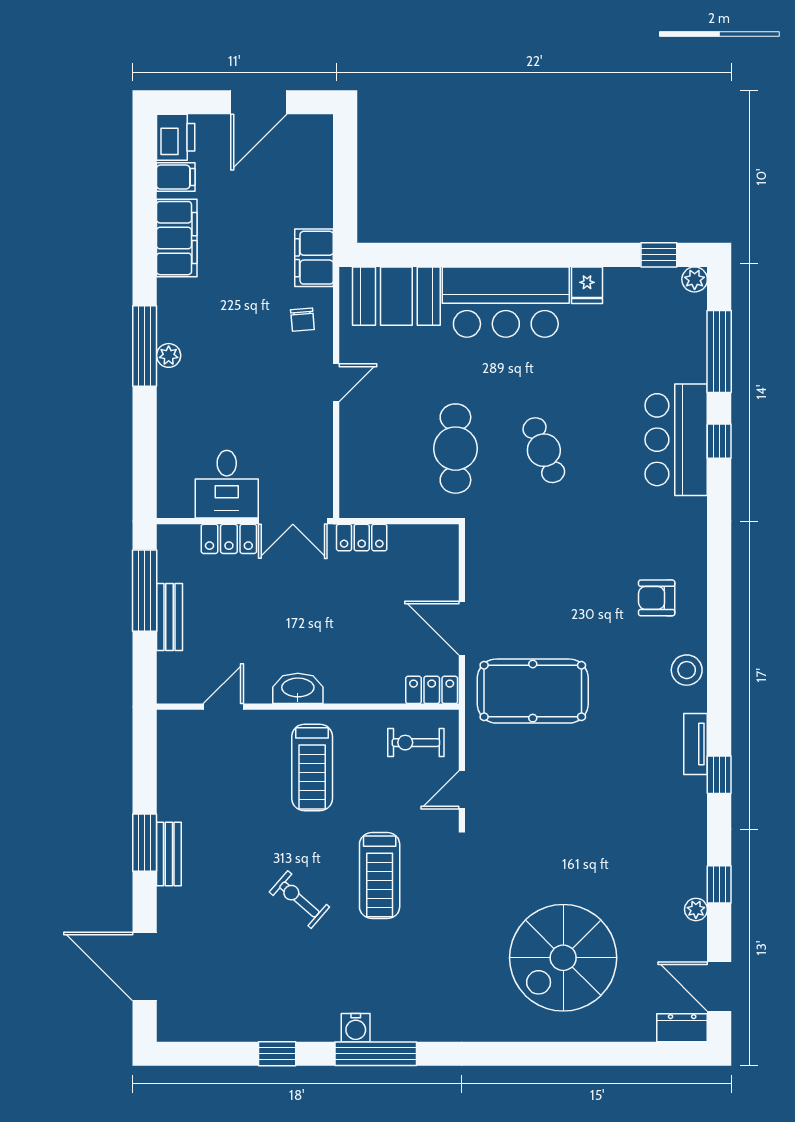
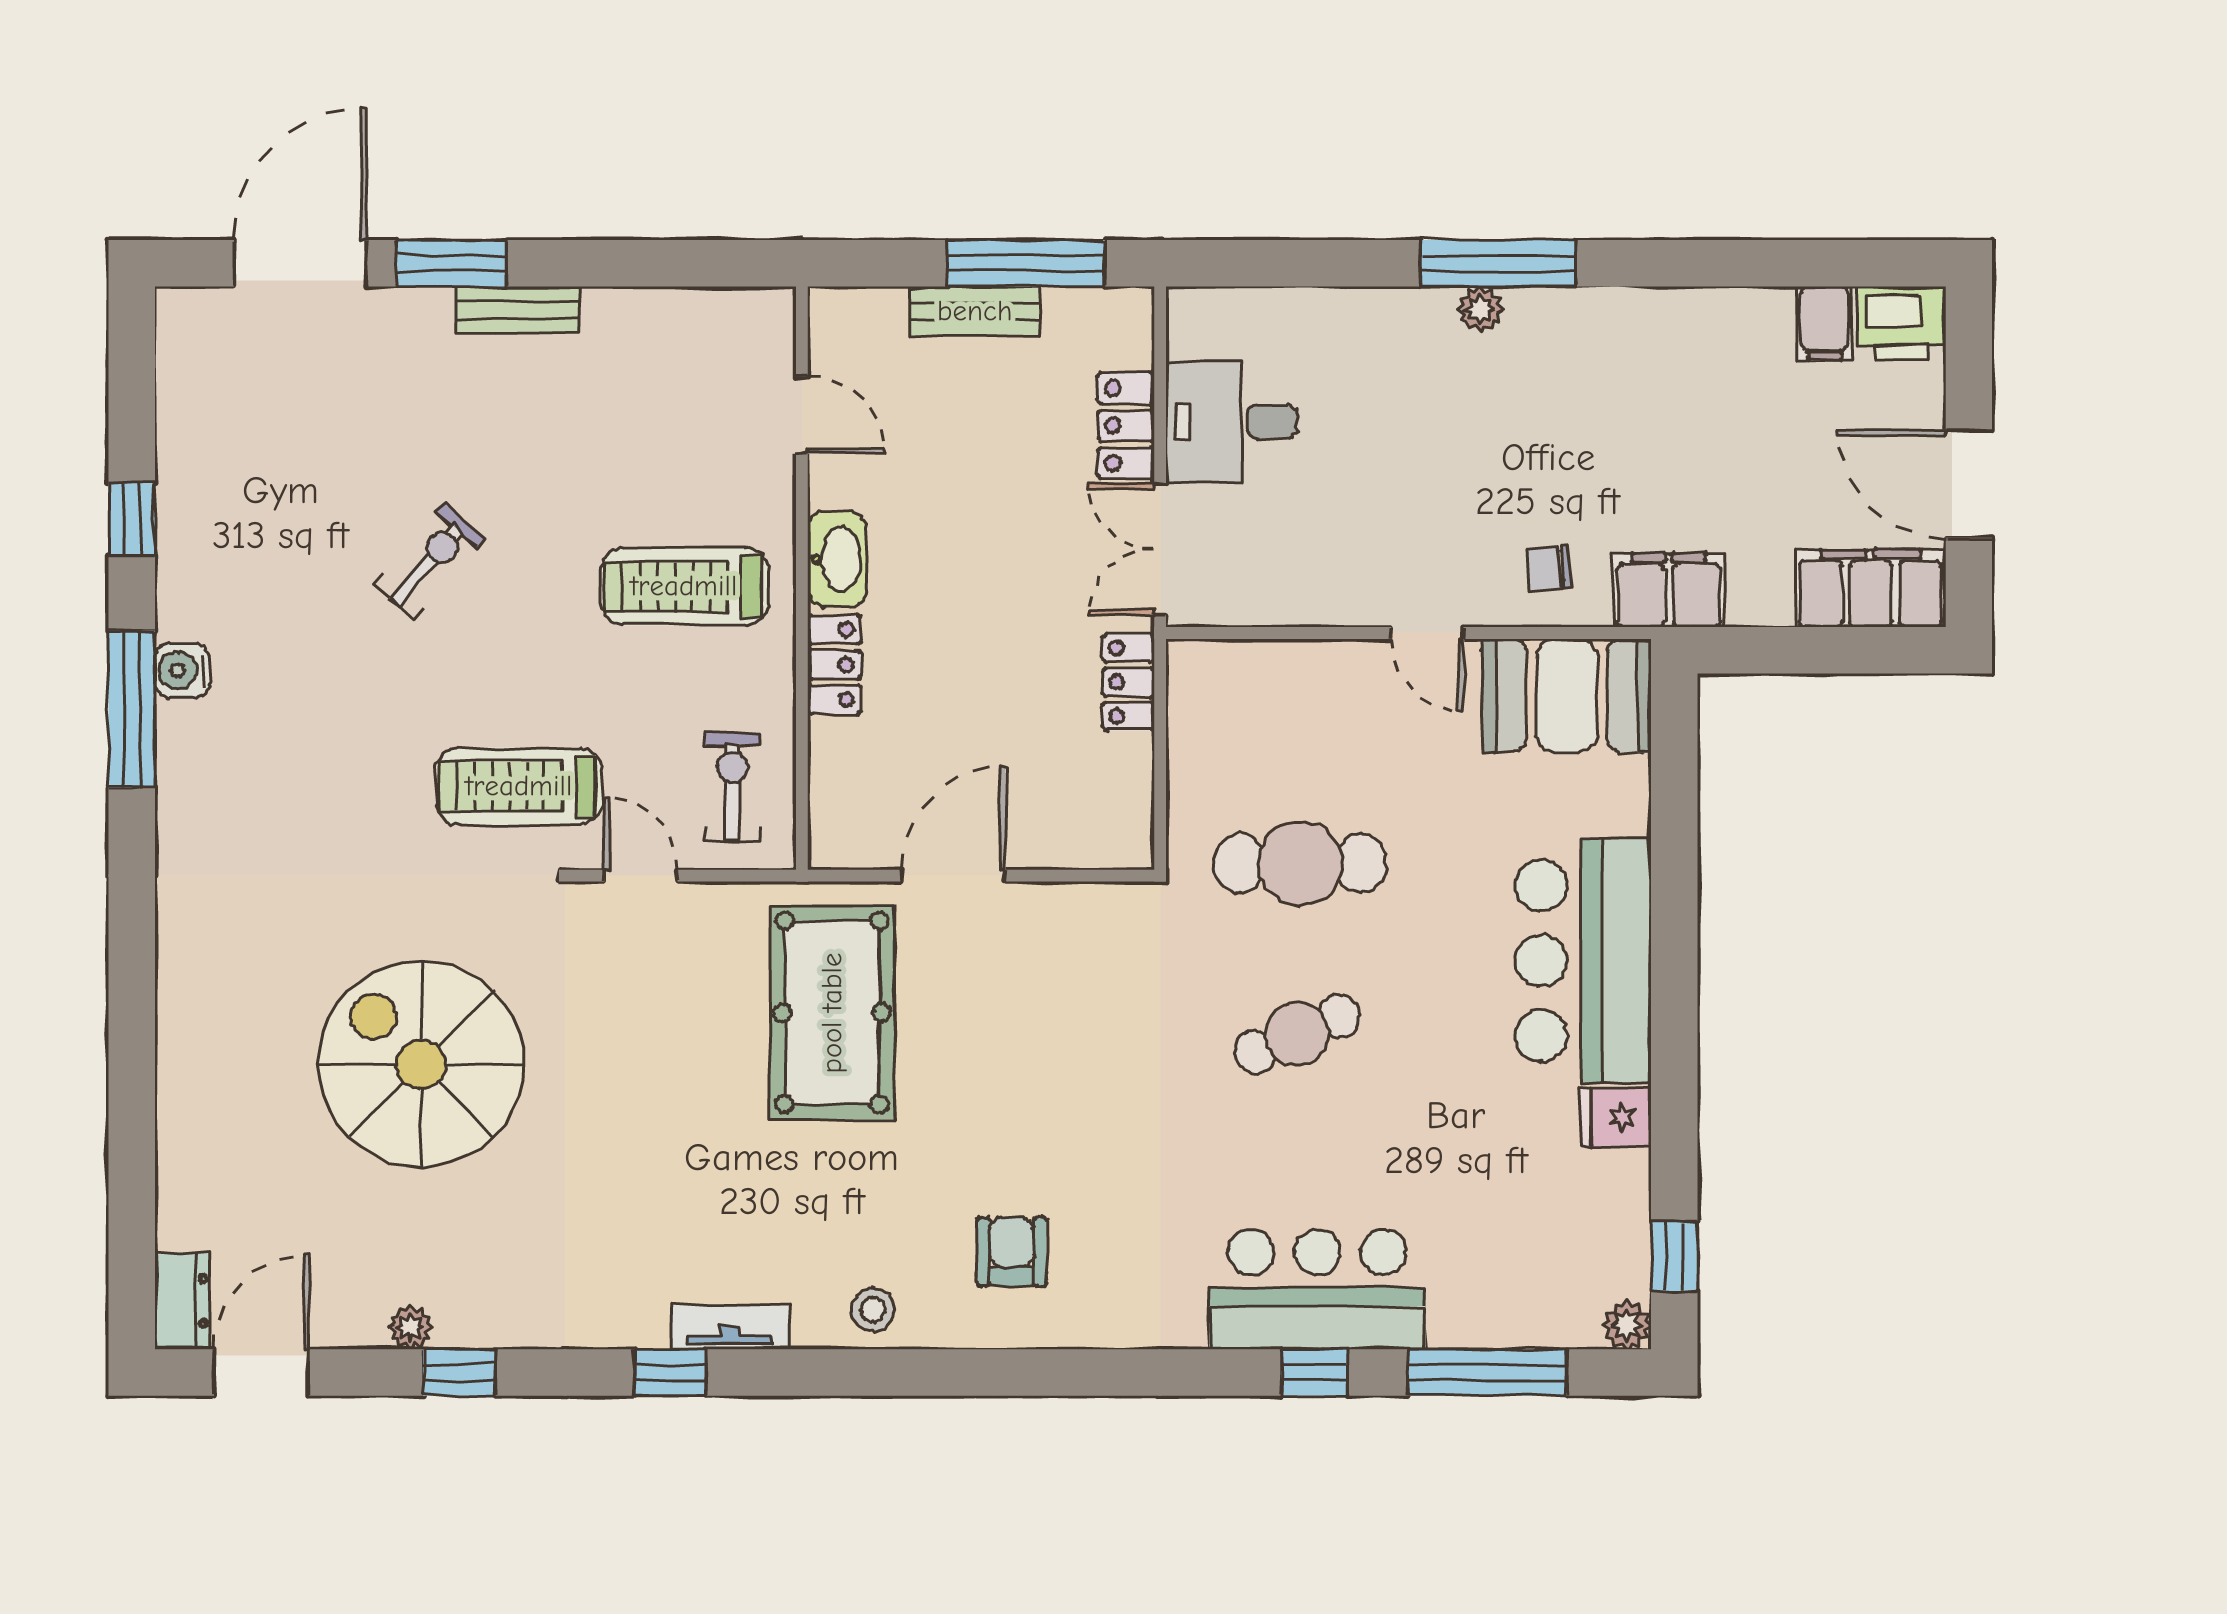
filing cabinet: (177, 238) -> (1870, 588), moved, turned 180
booth: (396, 296) -> (1567, 695), moved, turned 90
stool: (687, 670) -> (873, 1310), width x0.73, depth x0.73
locker: (432, 690) -> (834, 665), moved
window: (145, 843) -> (451, 263), moved
treadmill: (380, 876) -> (519, 786), moved
spiral stairs: (563, 958) -> (421, 1064), moved

